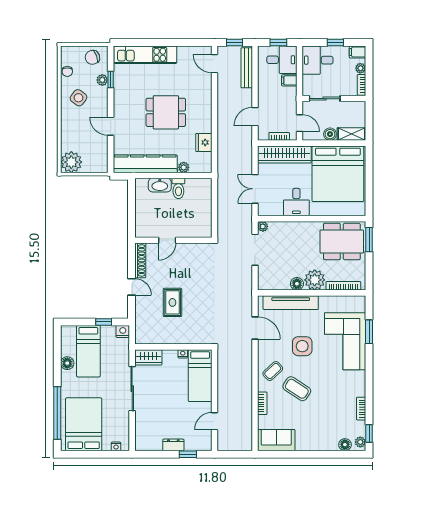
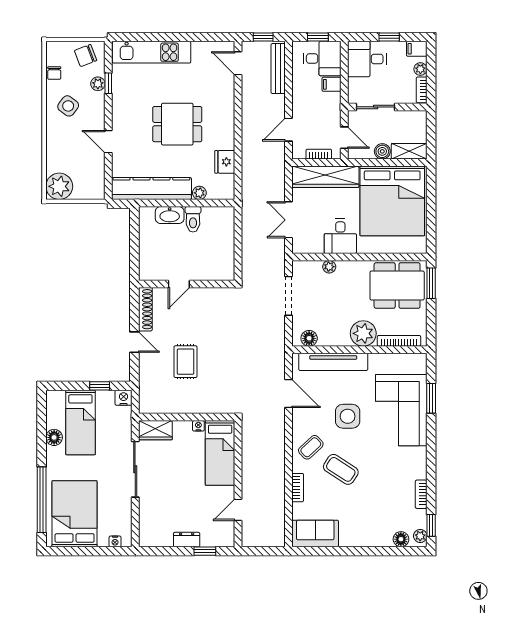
plant: (263, 226) -> (329, 267), moved
floor lamp: (297, 284) -> (309, 338), moved

